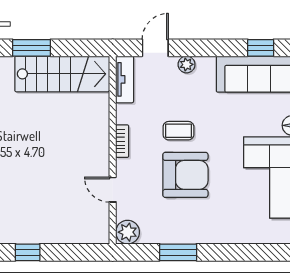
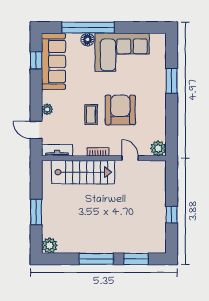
stairs: (62, 74) -> (83, 172), moved, turned 90
door: (113, 190) -> (130, 158), swing flipped
window: (178, 252) -> (172, 81), moved

